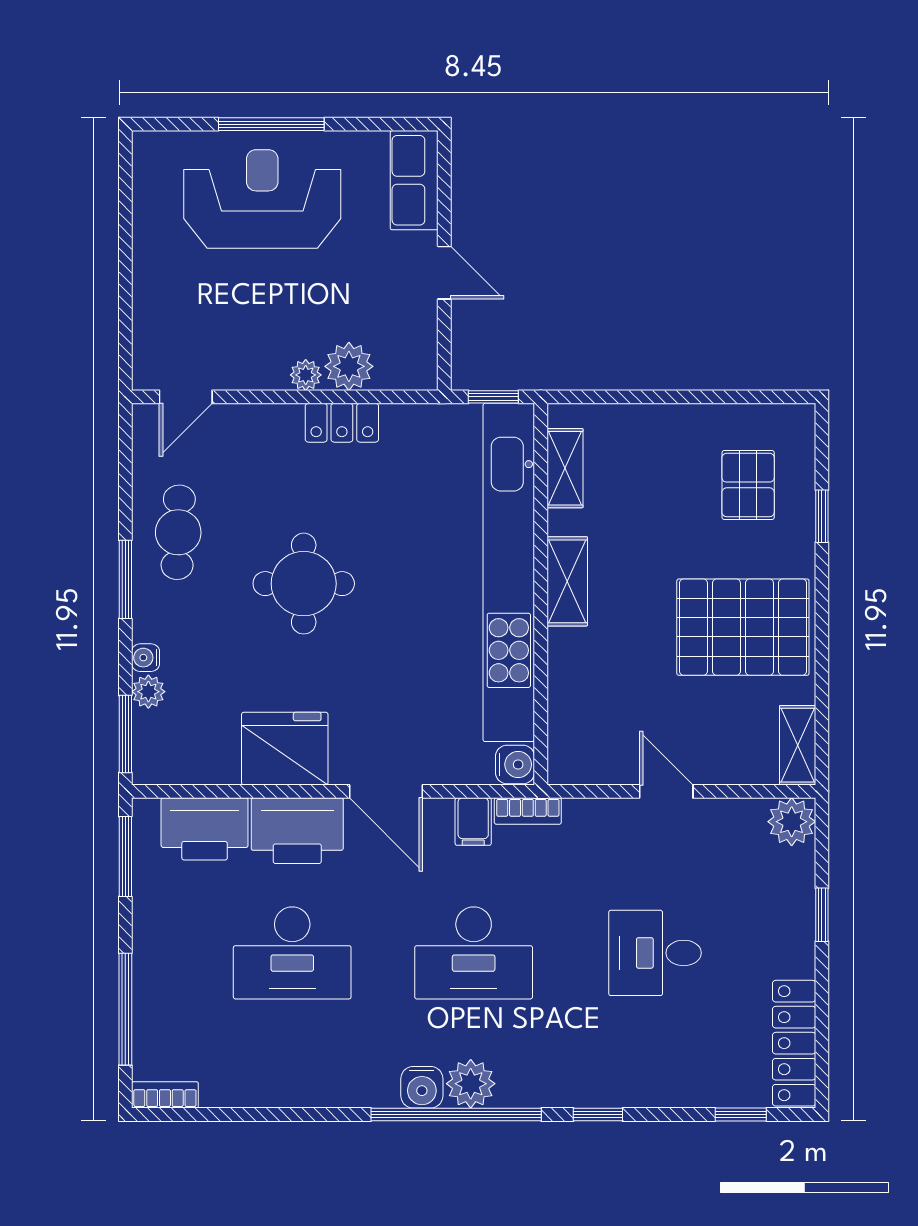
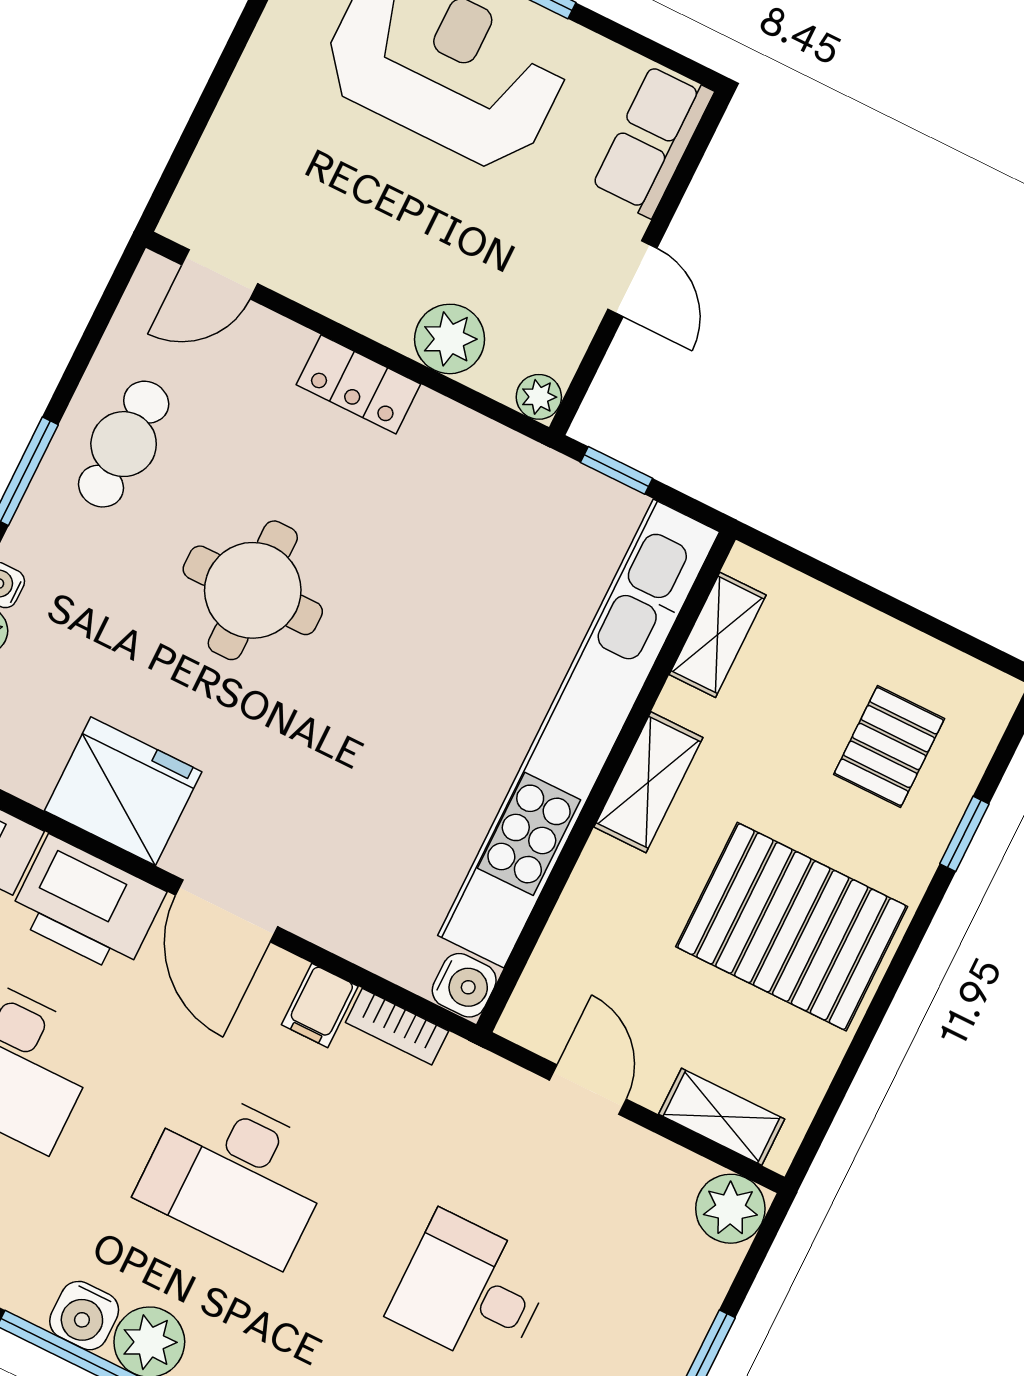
plant: (306, 375) -> (539, 397), moved
locker: (342, 423) -> (358, 384), moved
shelving: (565, 468) -> (718, 635), moved
kitchen unit: (509, 572) -> (579, 734), moved
shelving: (567, 581) -> (648, 782), moved
wall: (541, 594) -> (606, 782), moved
shelving: (798, 745) -> (722, 1117), moved, turned 90
water cooler: (515, 765) -> (464, 985), moved

